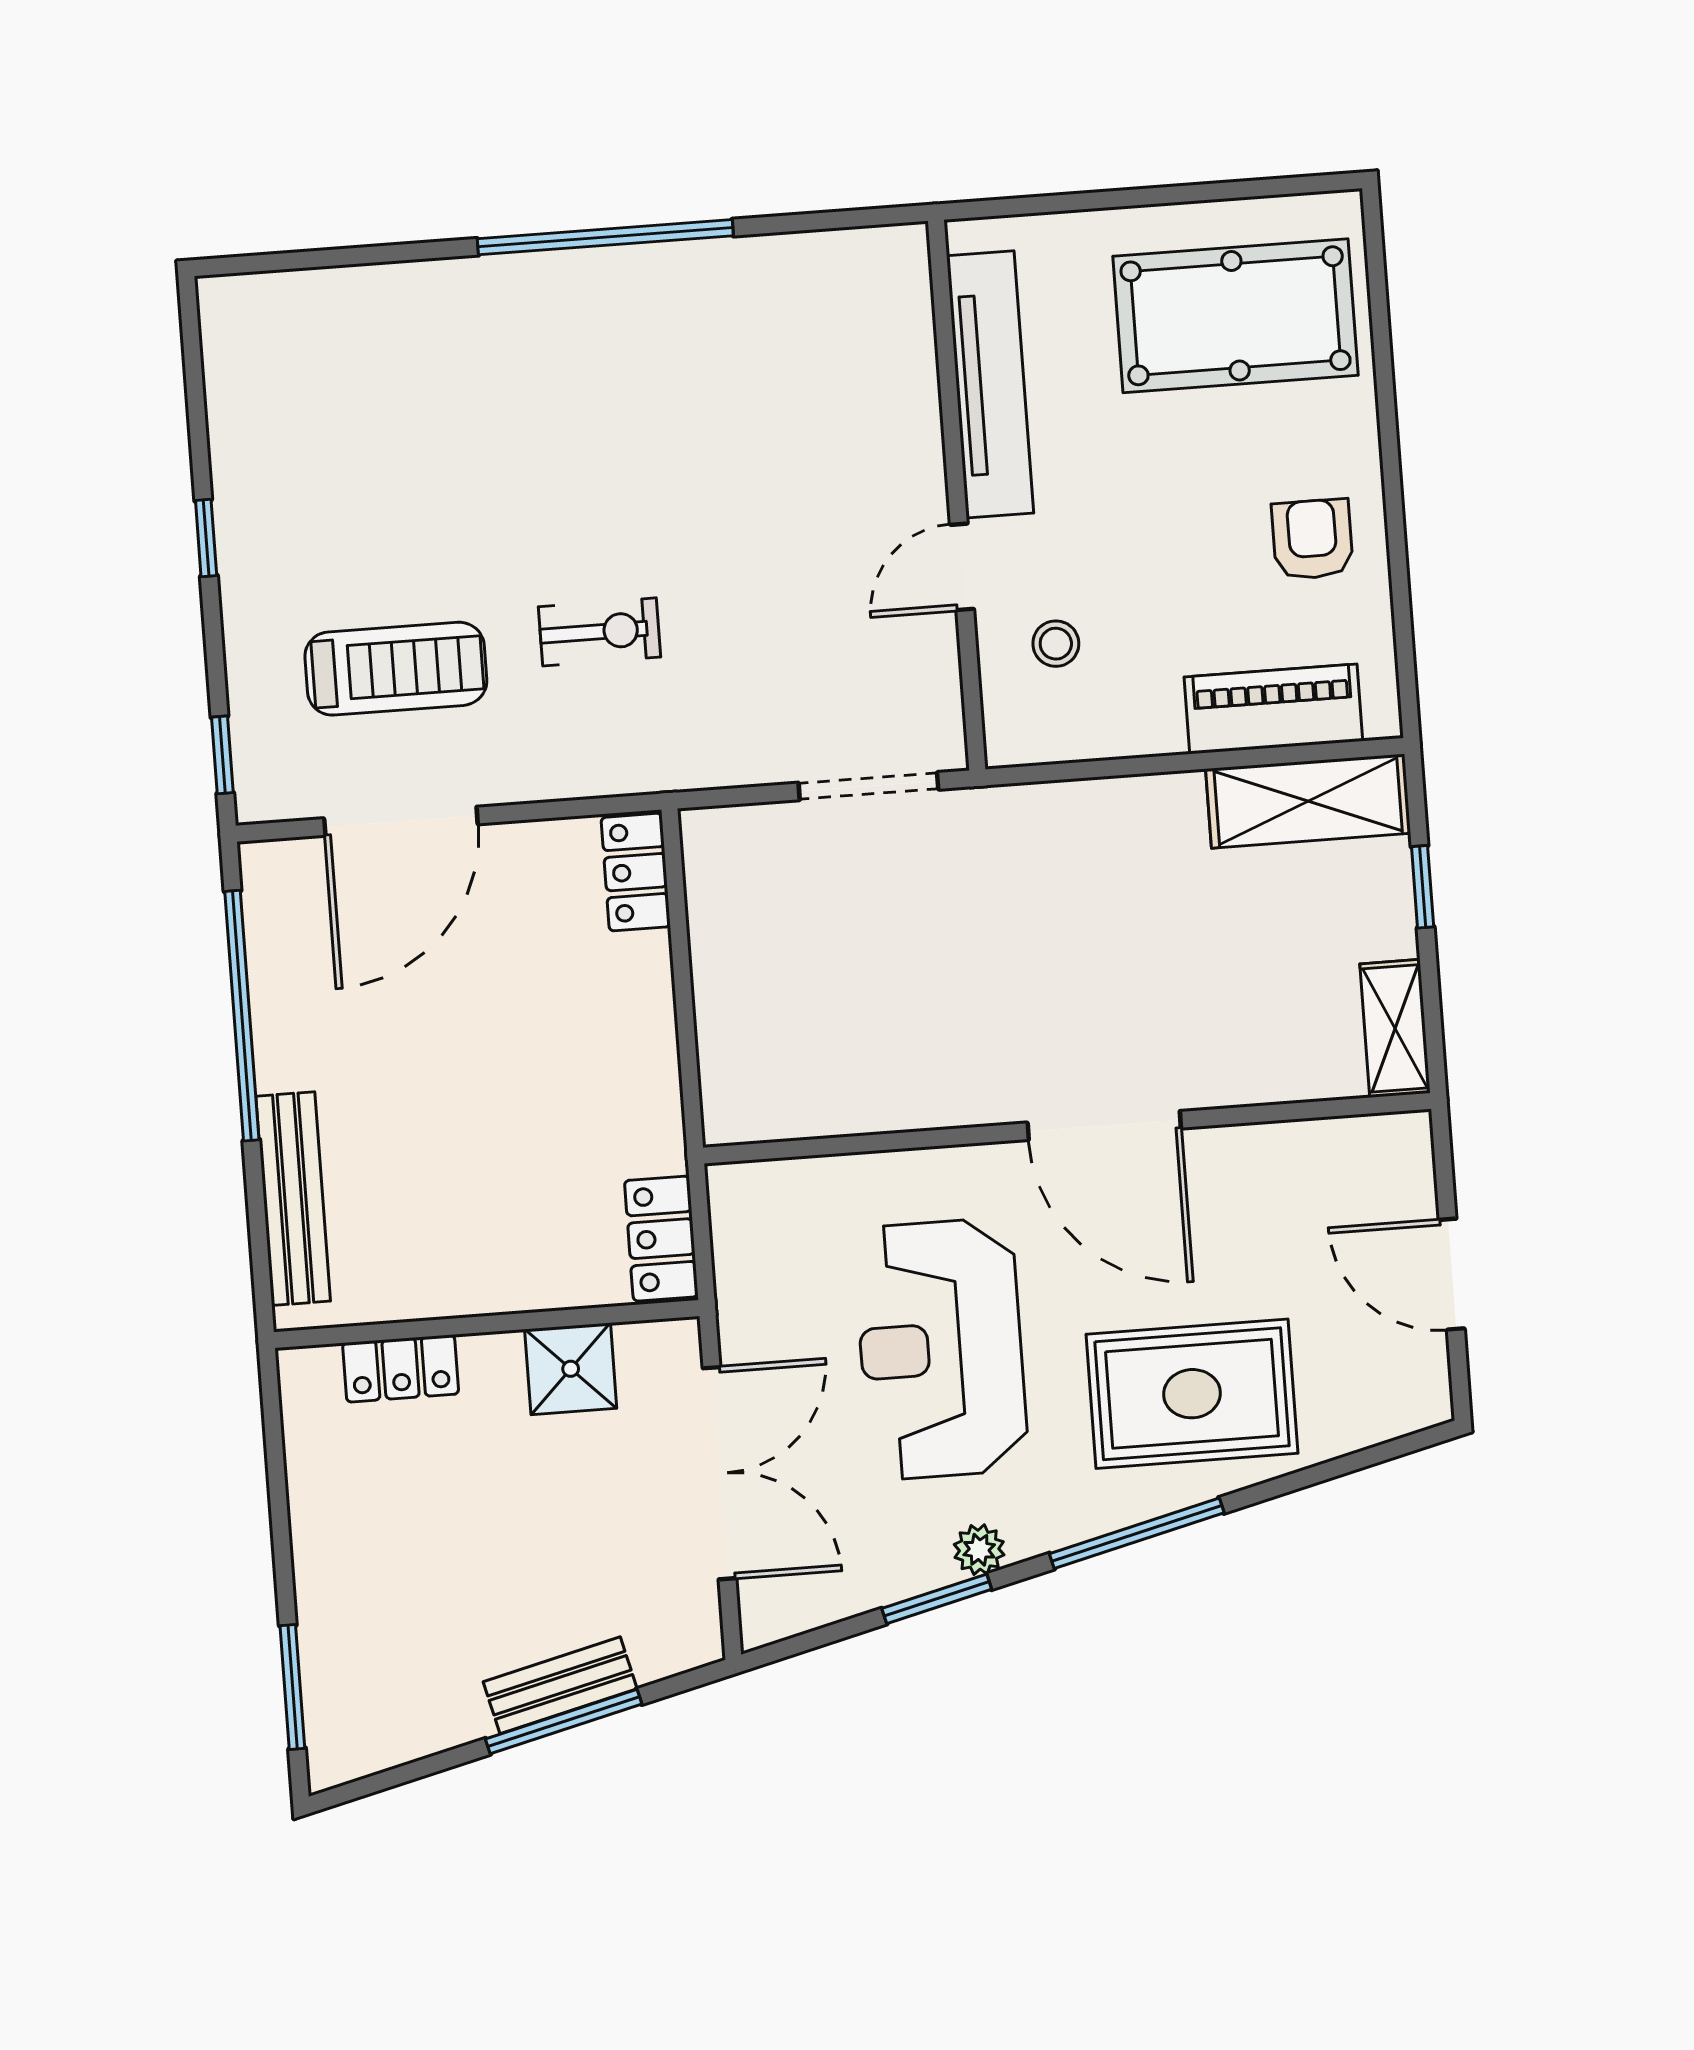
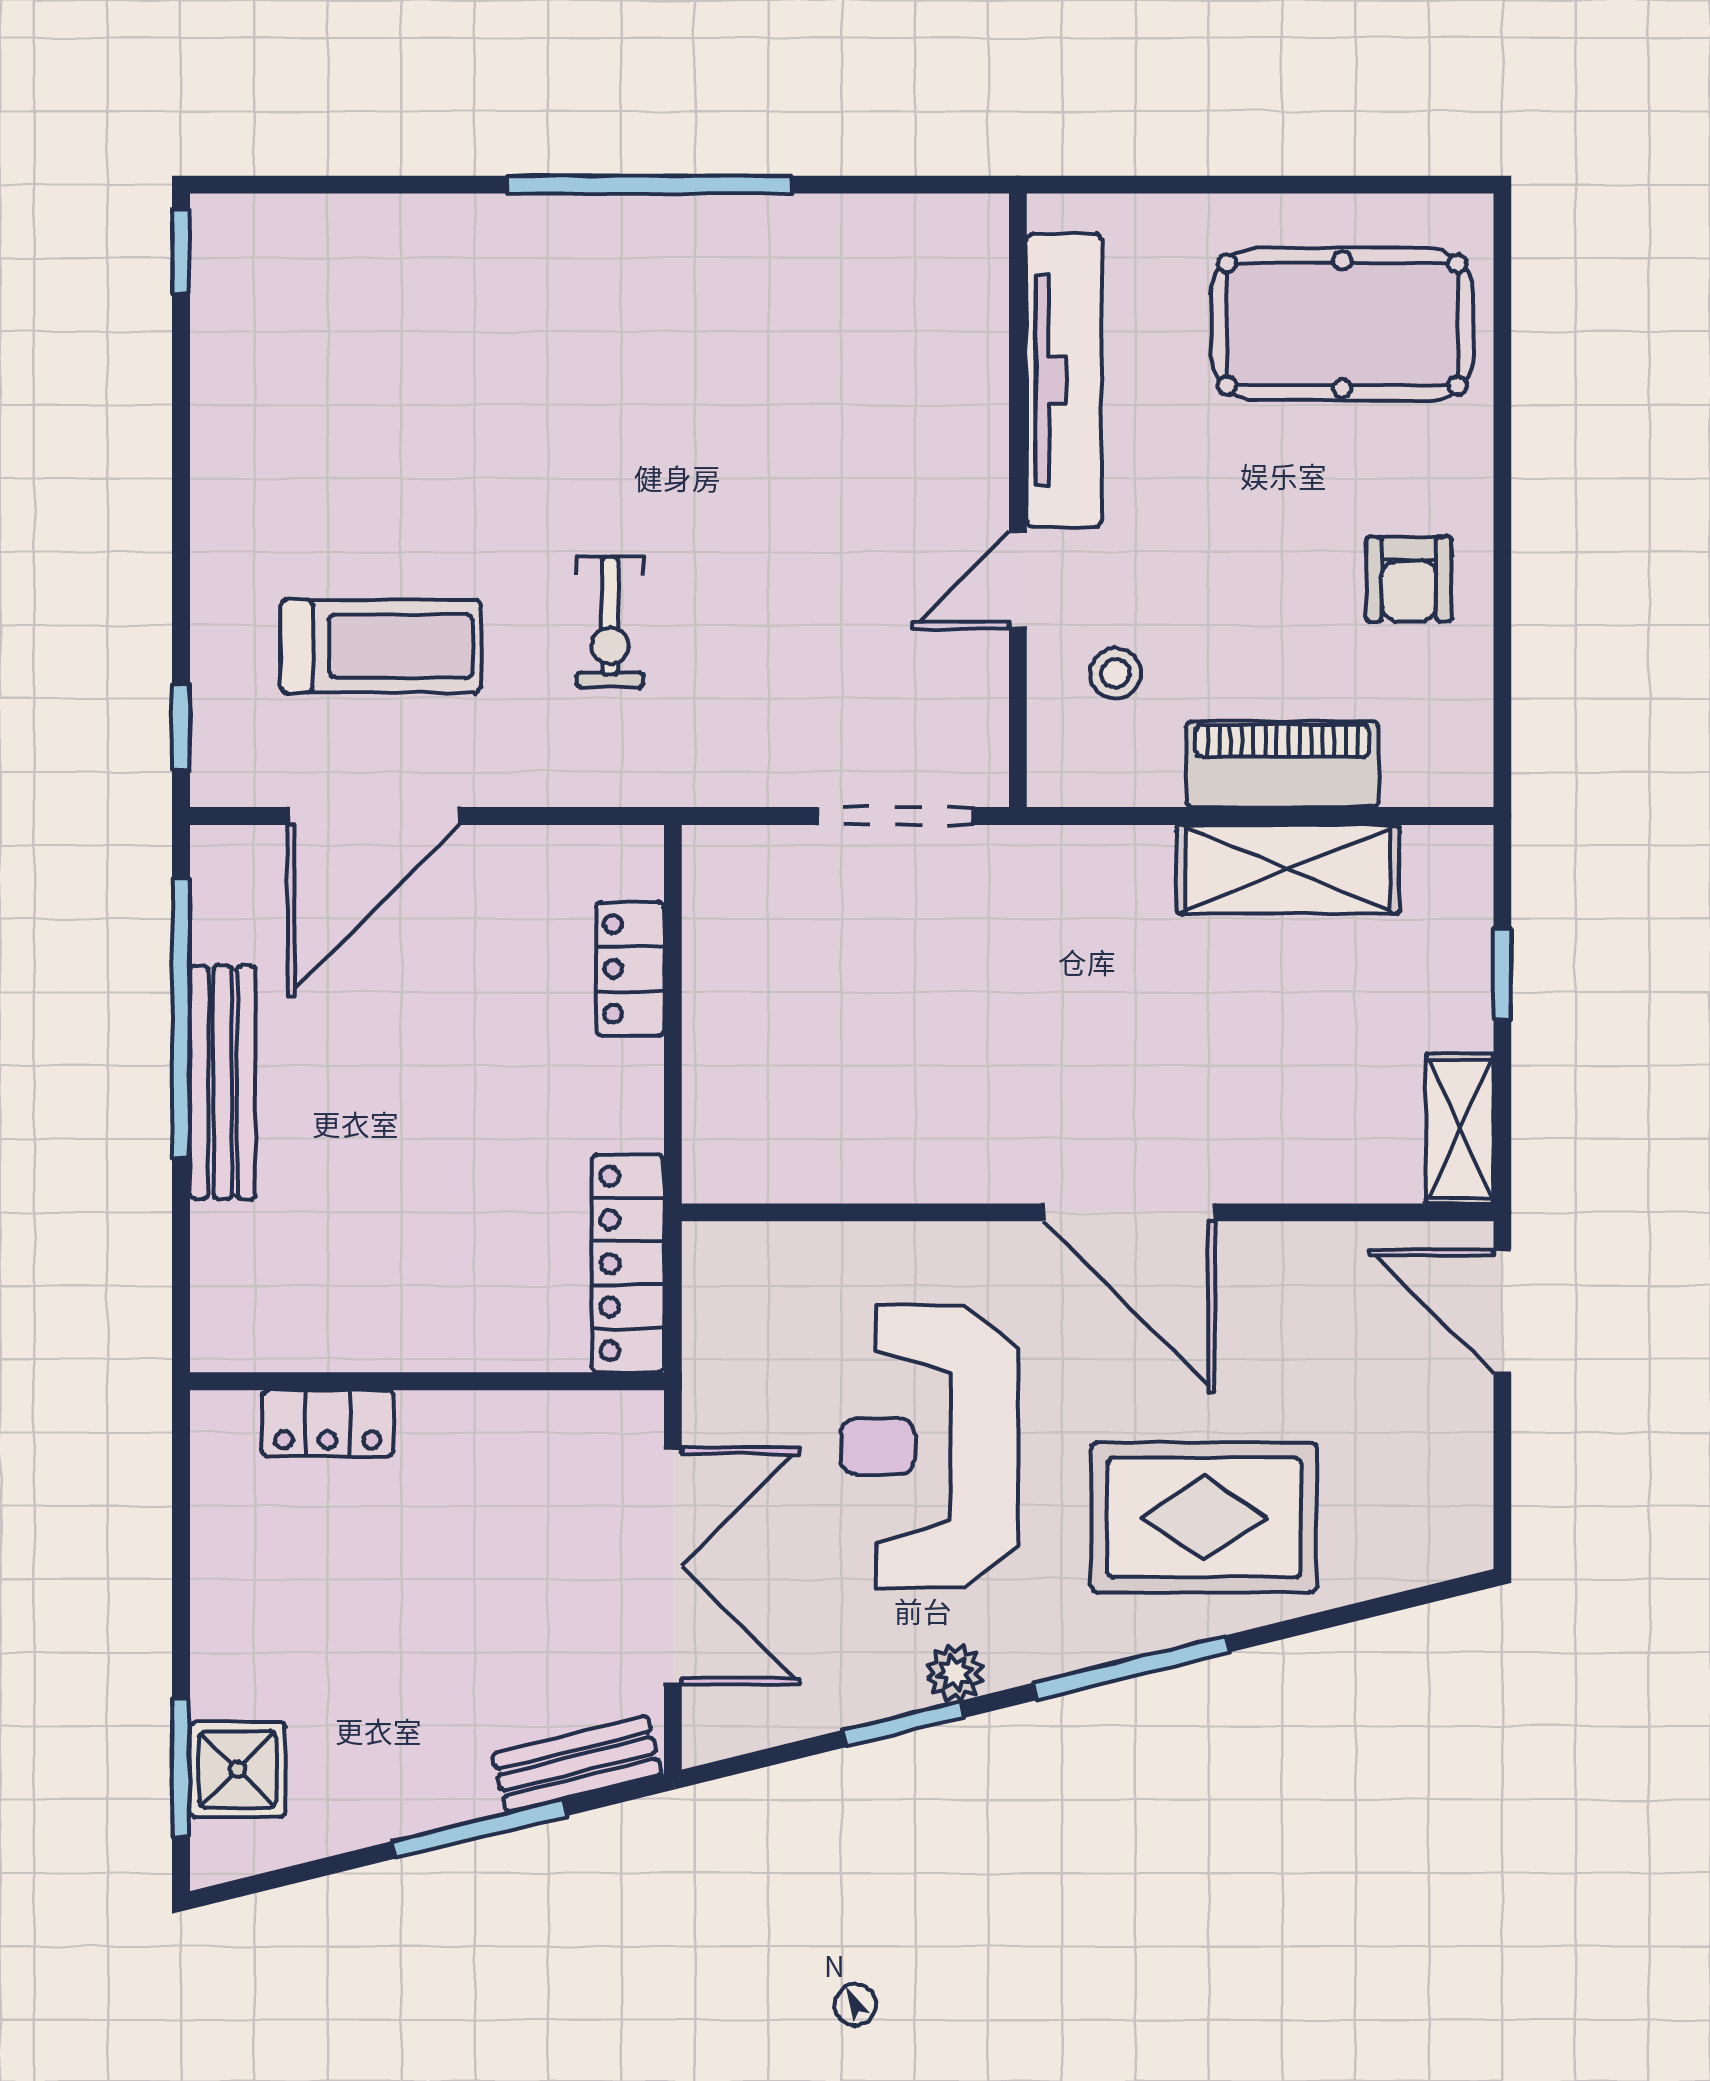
window: (206, 538) -> (181, 251), moved
armchair: (1312, 539) -> (1409, 579), turned 180
exercise bike: (600, 632) -> (610, 622), turned 90
piano: (1273, 709) -> (1283, 764), moved
shelving: (1308, 801) -> (1288, 869), moved
locker: (636, 872) -> (630, 969), moved
bench: (293, 1199) -> (223, 1082), moved
locker: (661, 1239) -> (628, 1263), width x1.53
door: (1452, 1274) -> (1502, 1311), moved
shower: (571, 1369) -> (238, 1769), moved
bench: (560, 1685) -> (577, 1764), moved

